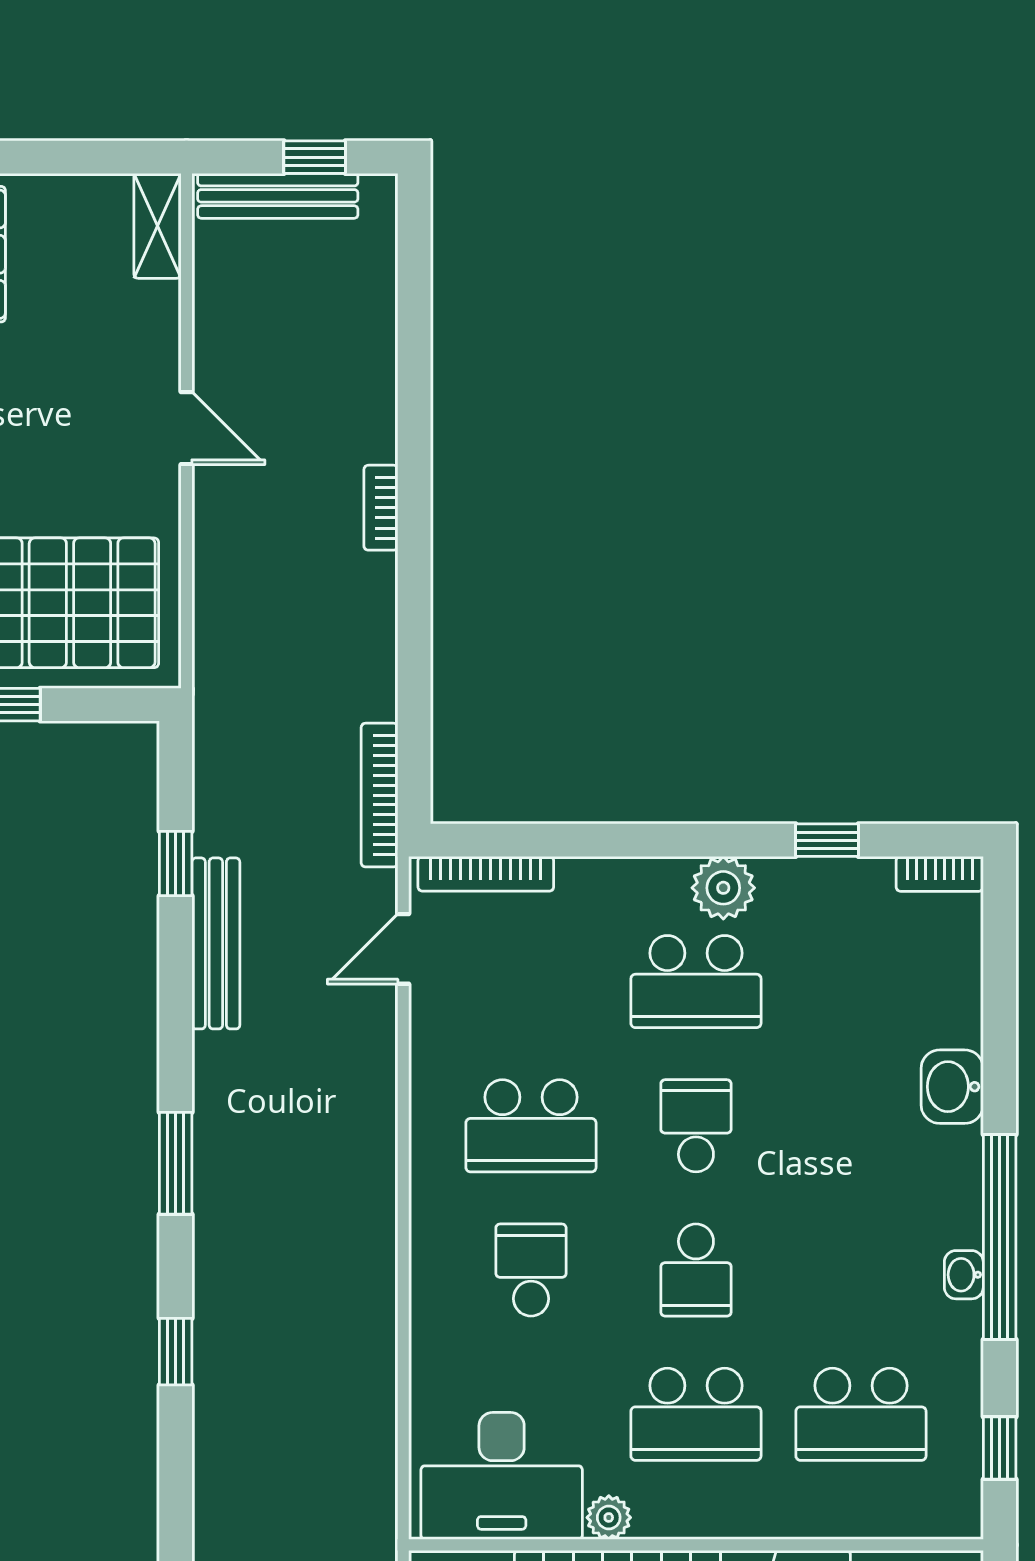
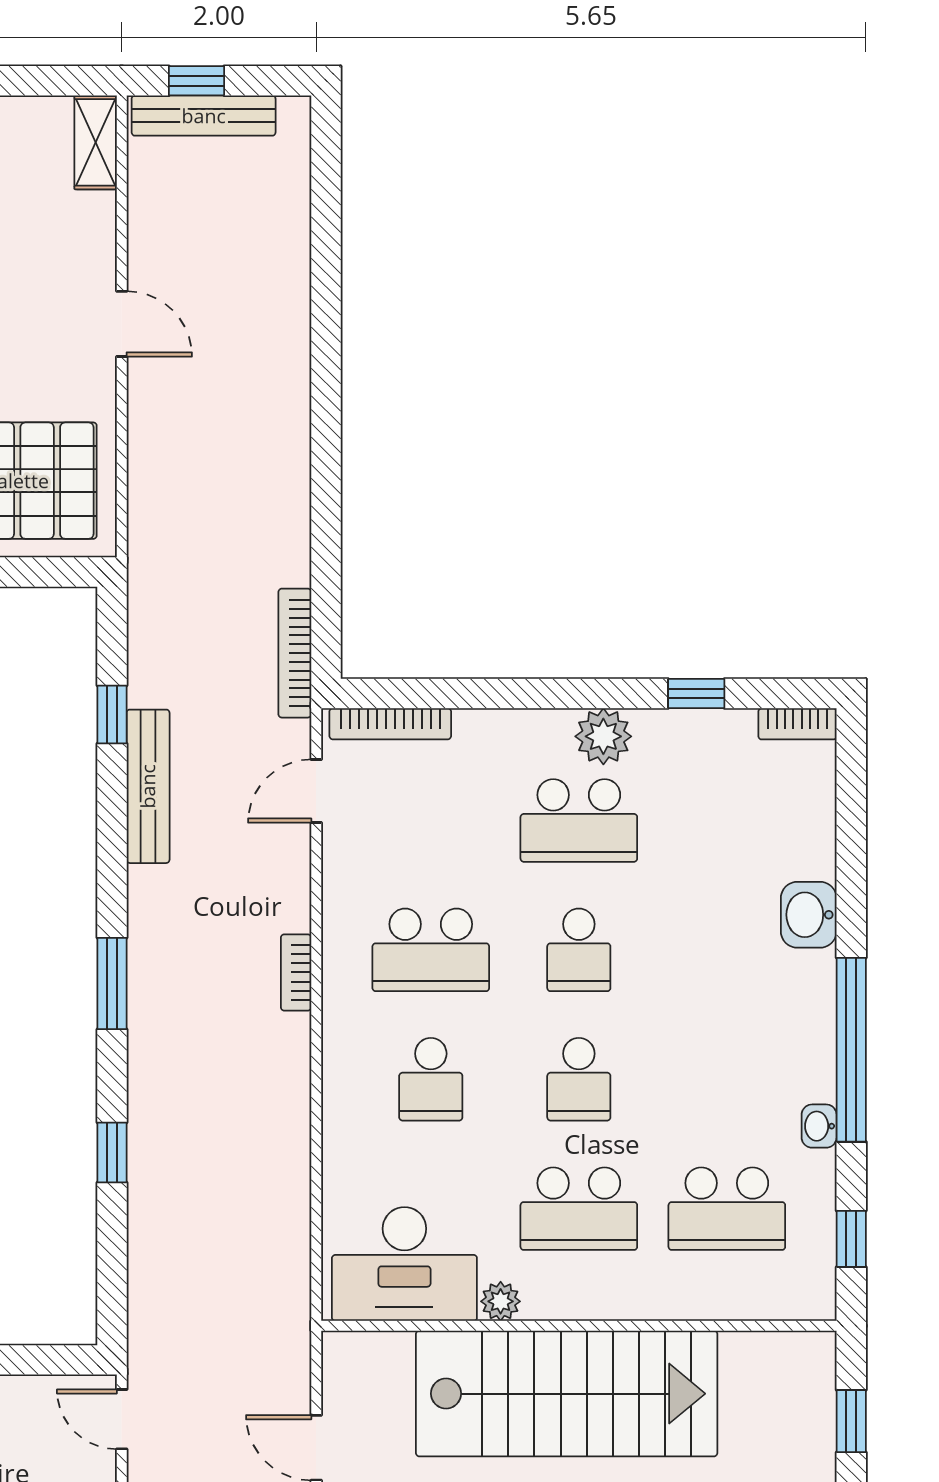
window: (315, 157) -> (196, 81), moved
bookcase: (381, 508) -> (296, 972), moved
school desk: (696, 1126) -> (579, 950), turned 180
school desk: (531, 1270) -> (431, 1079), turned 180
washbasin: (964, 1275) -> (819, 1126), moved

